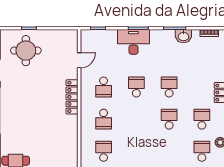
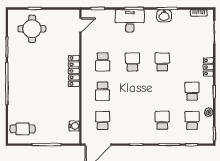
washbasin: (183, 36) -> (164, 16), moved
door: (79, 60) -> (80, 25), moved
school desk: (169, 119) -> (162, 120), moved
water cooler: (72, 157) -> (74, 126), added

